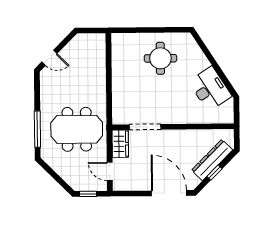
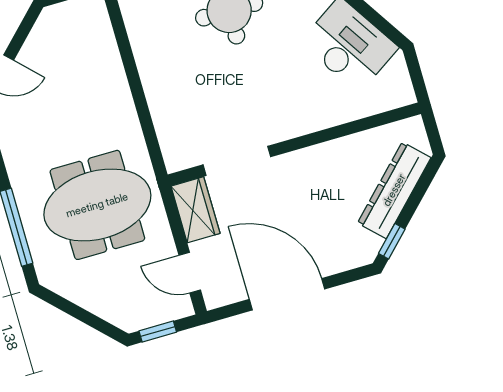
window: (215, 173) -> (392, 241), moved
door: (169, 193) -> (287, 294), moved

